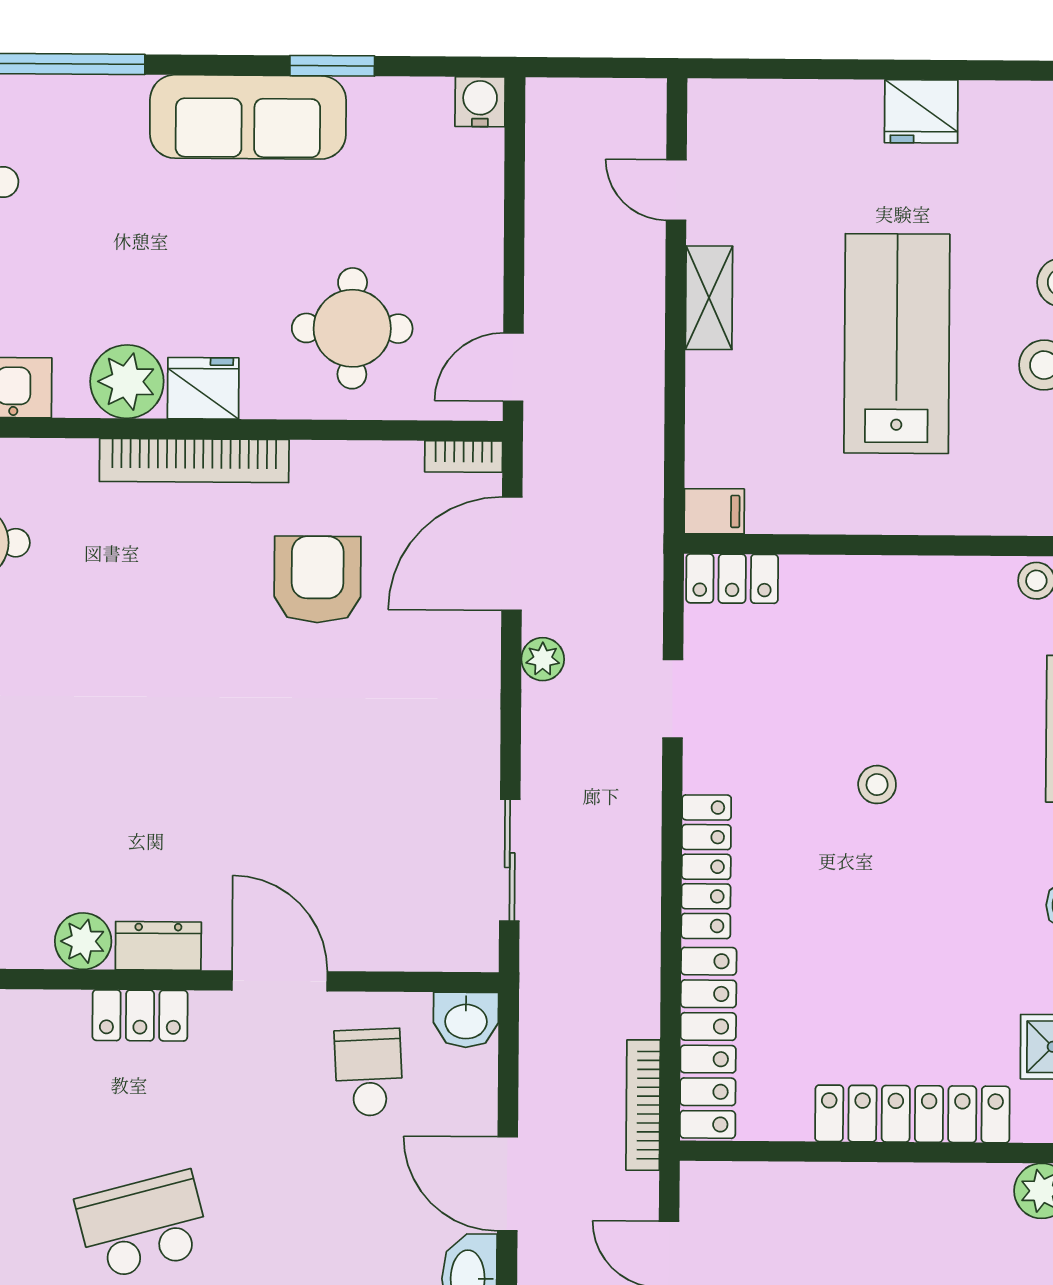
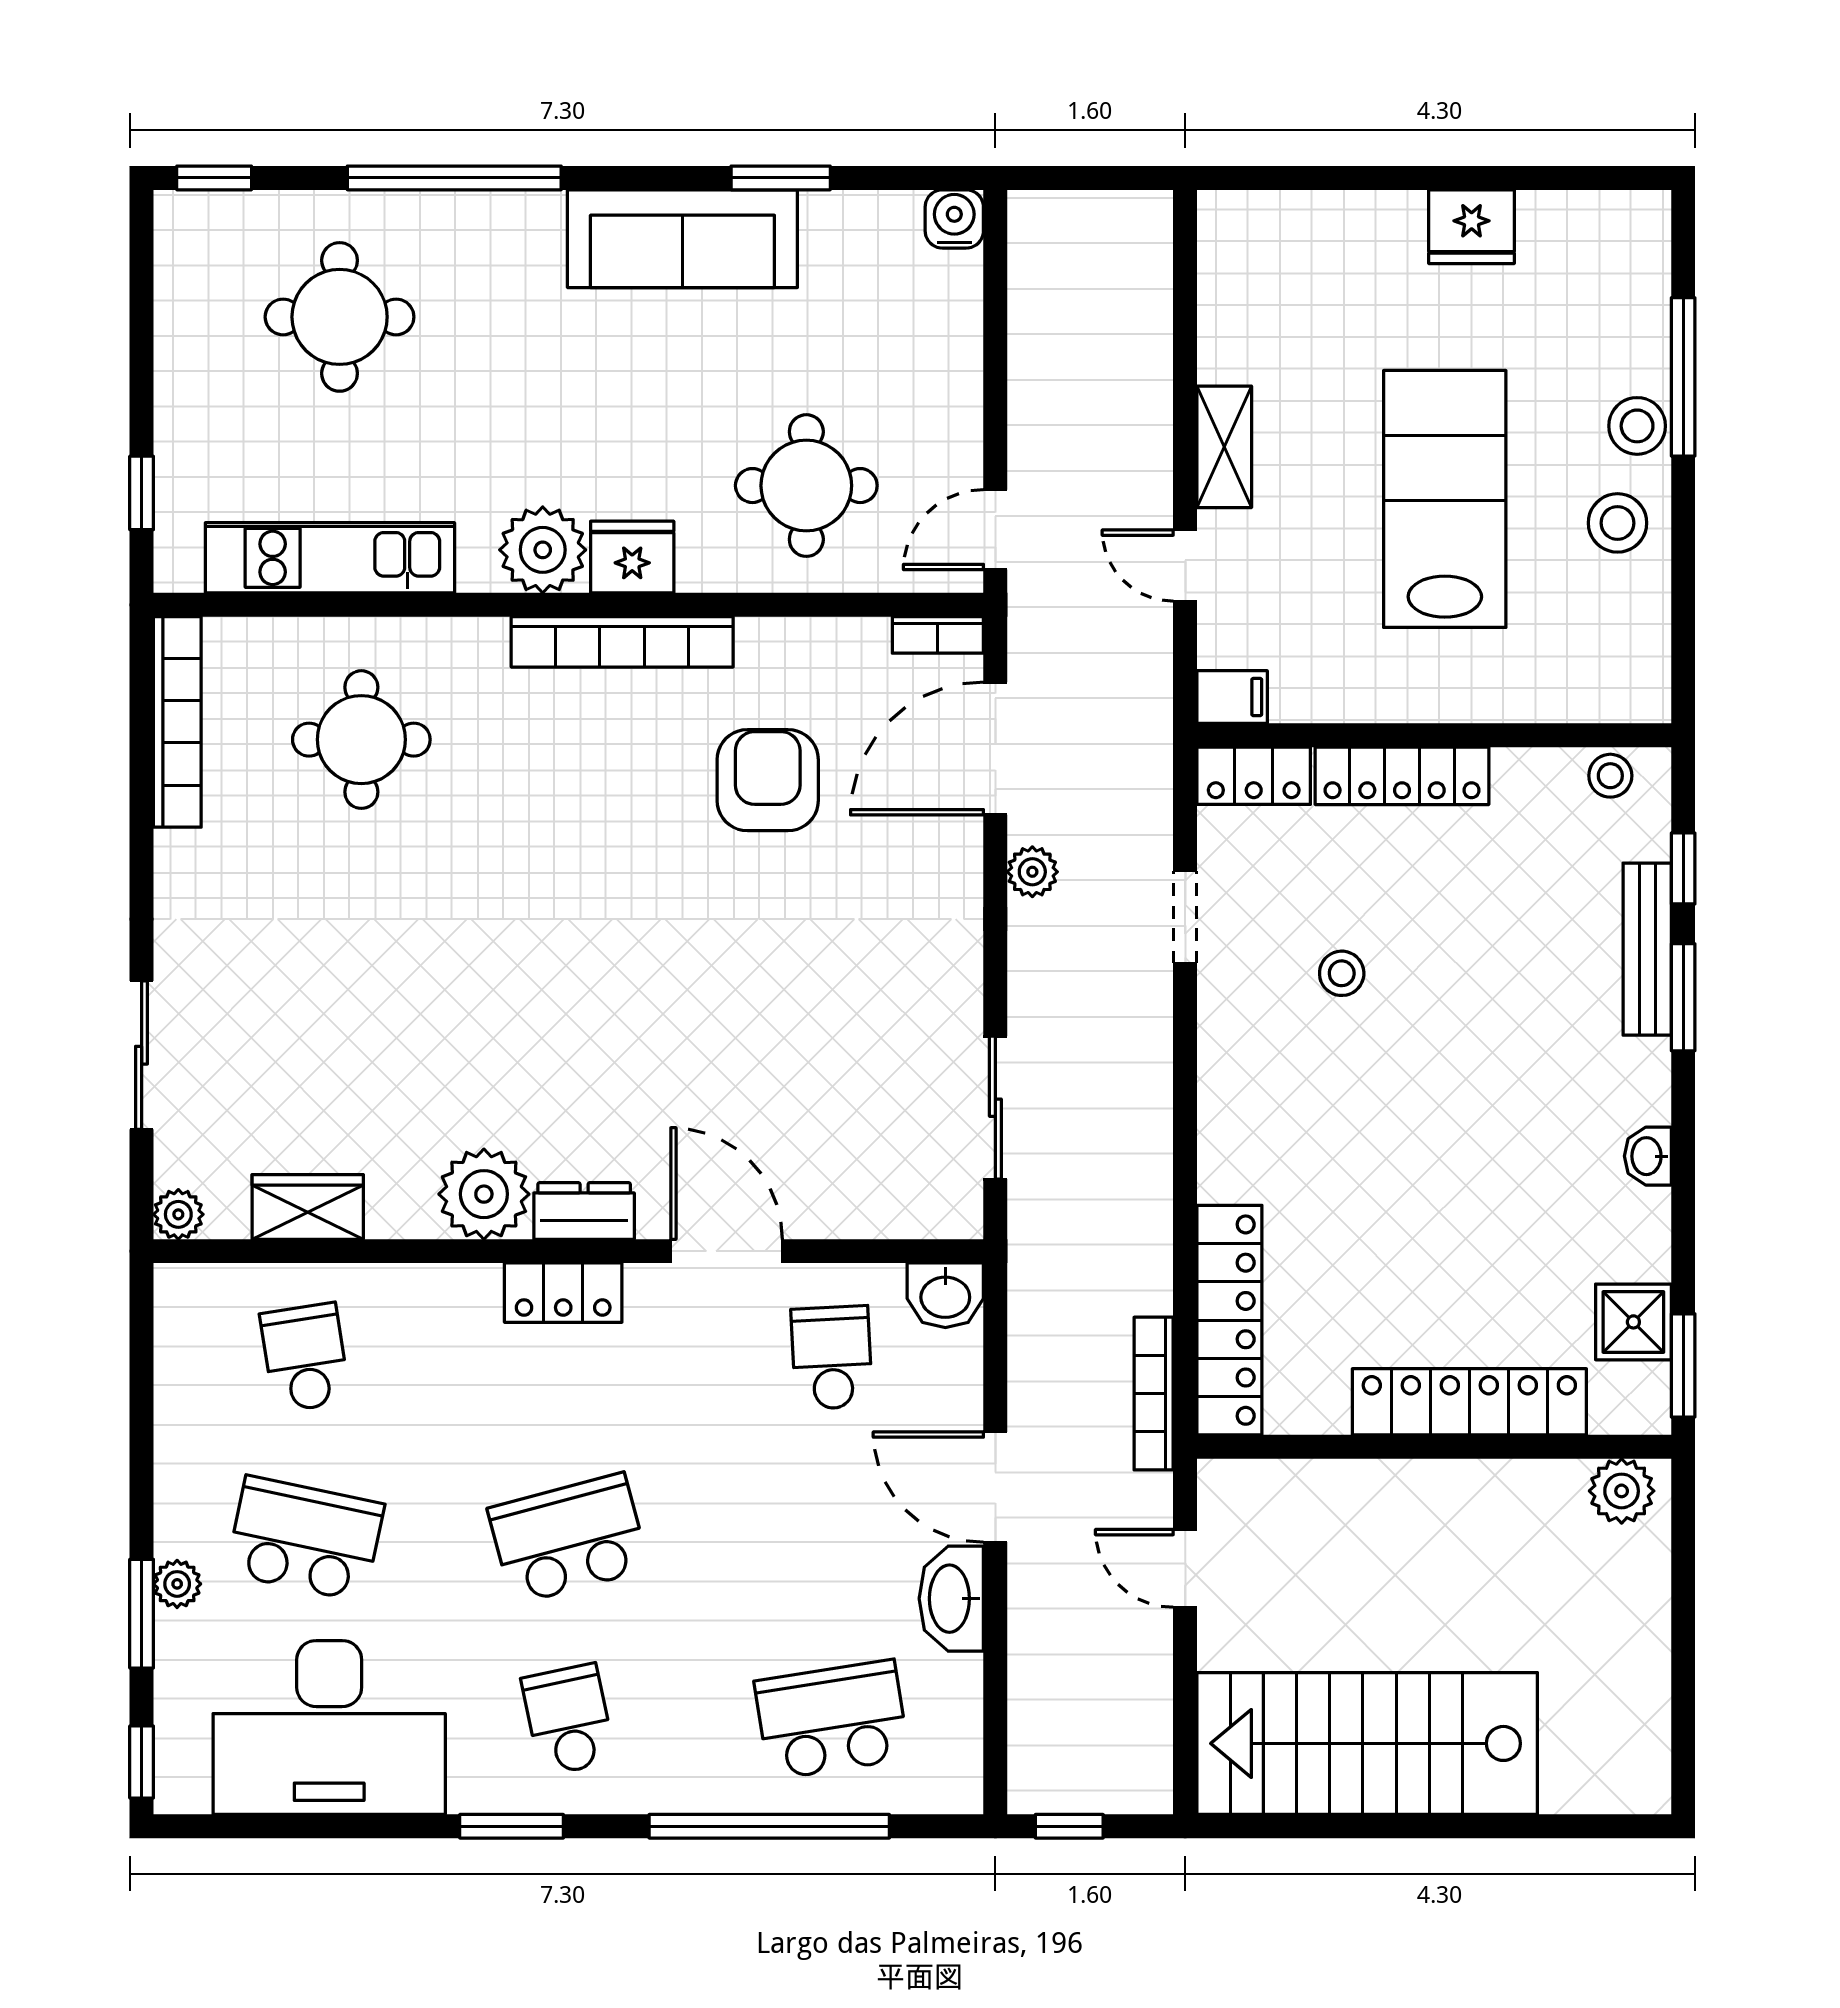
door: (676, 190) -> (1185, 566), moved
stool: (877, 785) -> (1342, 973), moved
locker: (706, 867) -> (1402, 776), moved, turned 90
plant: (83, 941) -> (484, 1194), width x1.36, depth x1.36

